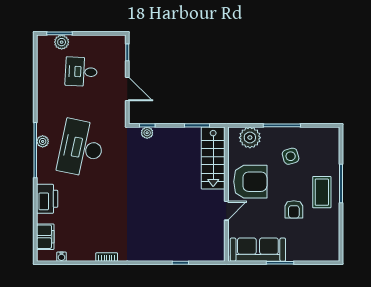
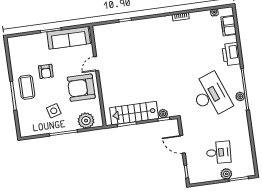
plant: (62, 42) -> (226, 174), moved
desk: (81, 148) -> (211, 95), turned -33
stairs: (213, 158) -> (134, 113), moved, turned -90
armchair: (294, 209) -> (46, 71), turned 180

